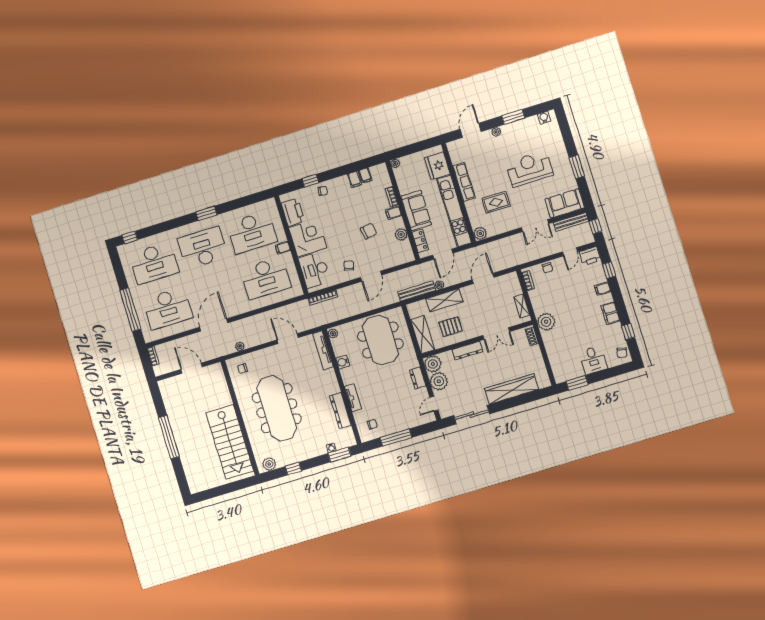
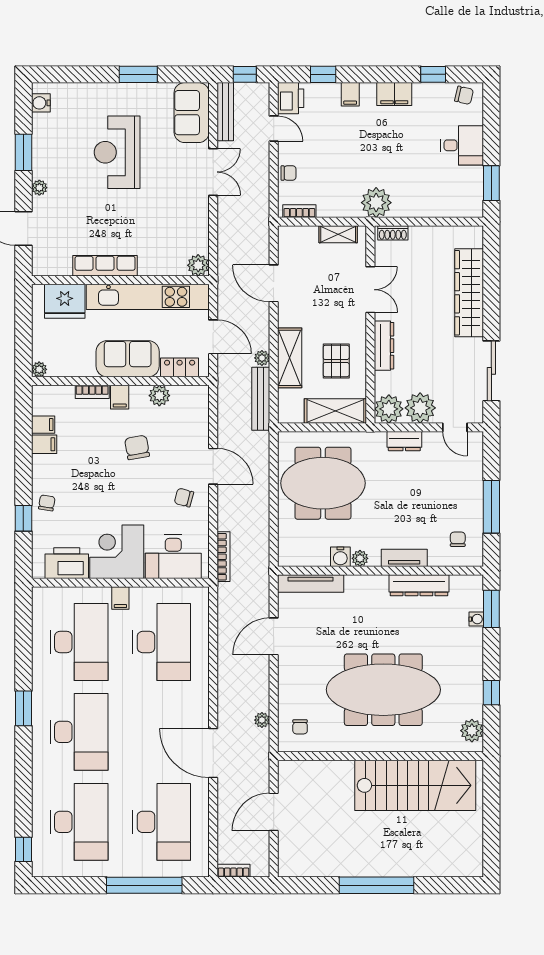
rug: (496, 202) -> (155, 224), removed
desk: (203, 248) -> (79, 732), turned 180
plant: (333, 333) -> (360, 558), moved

